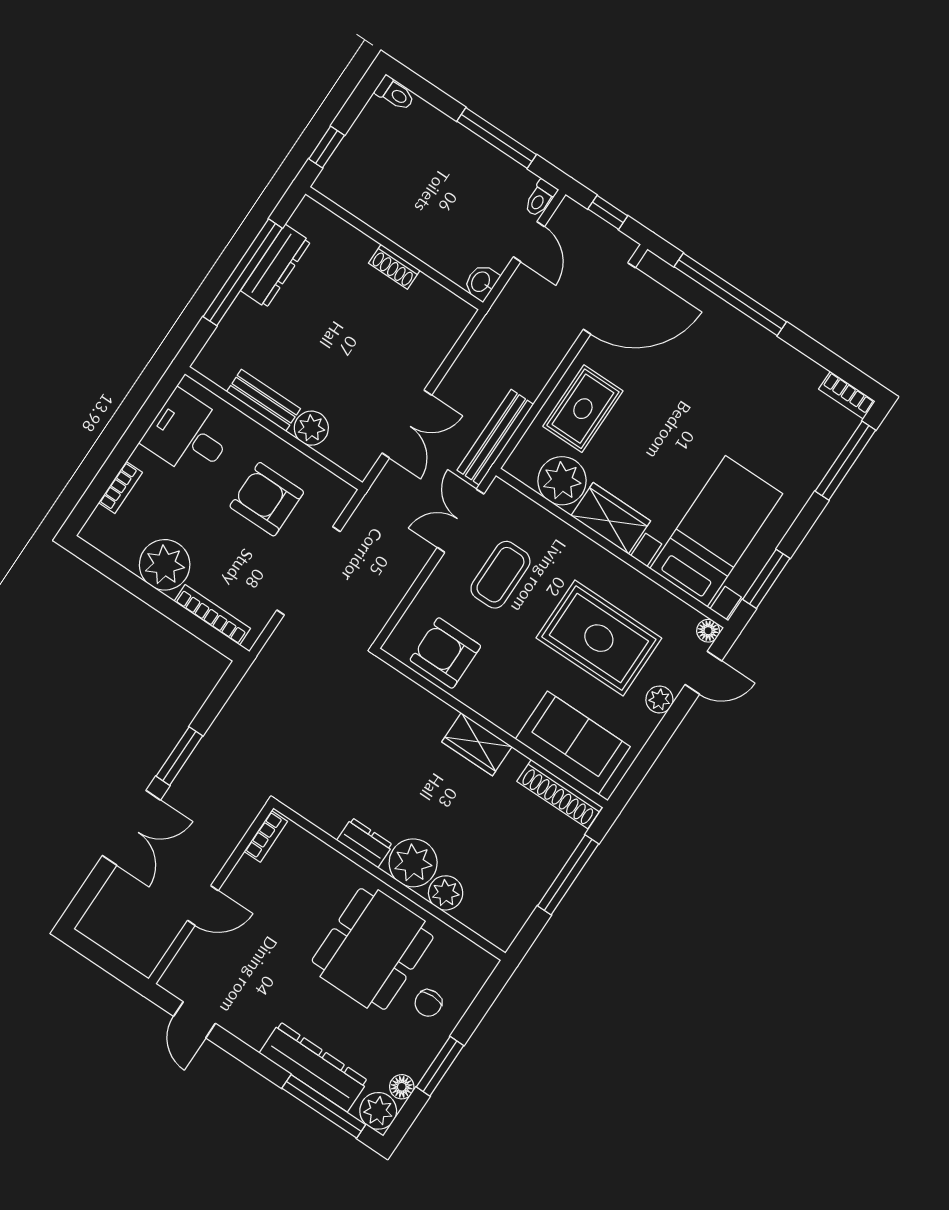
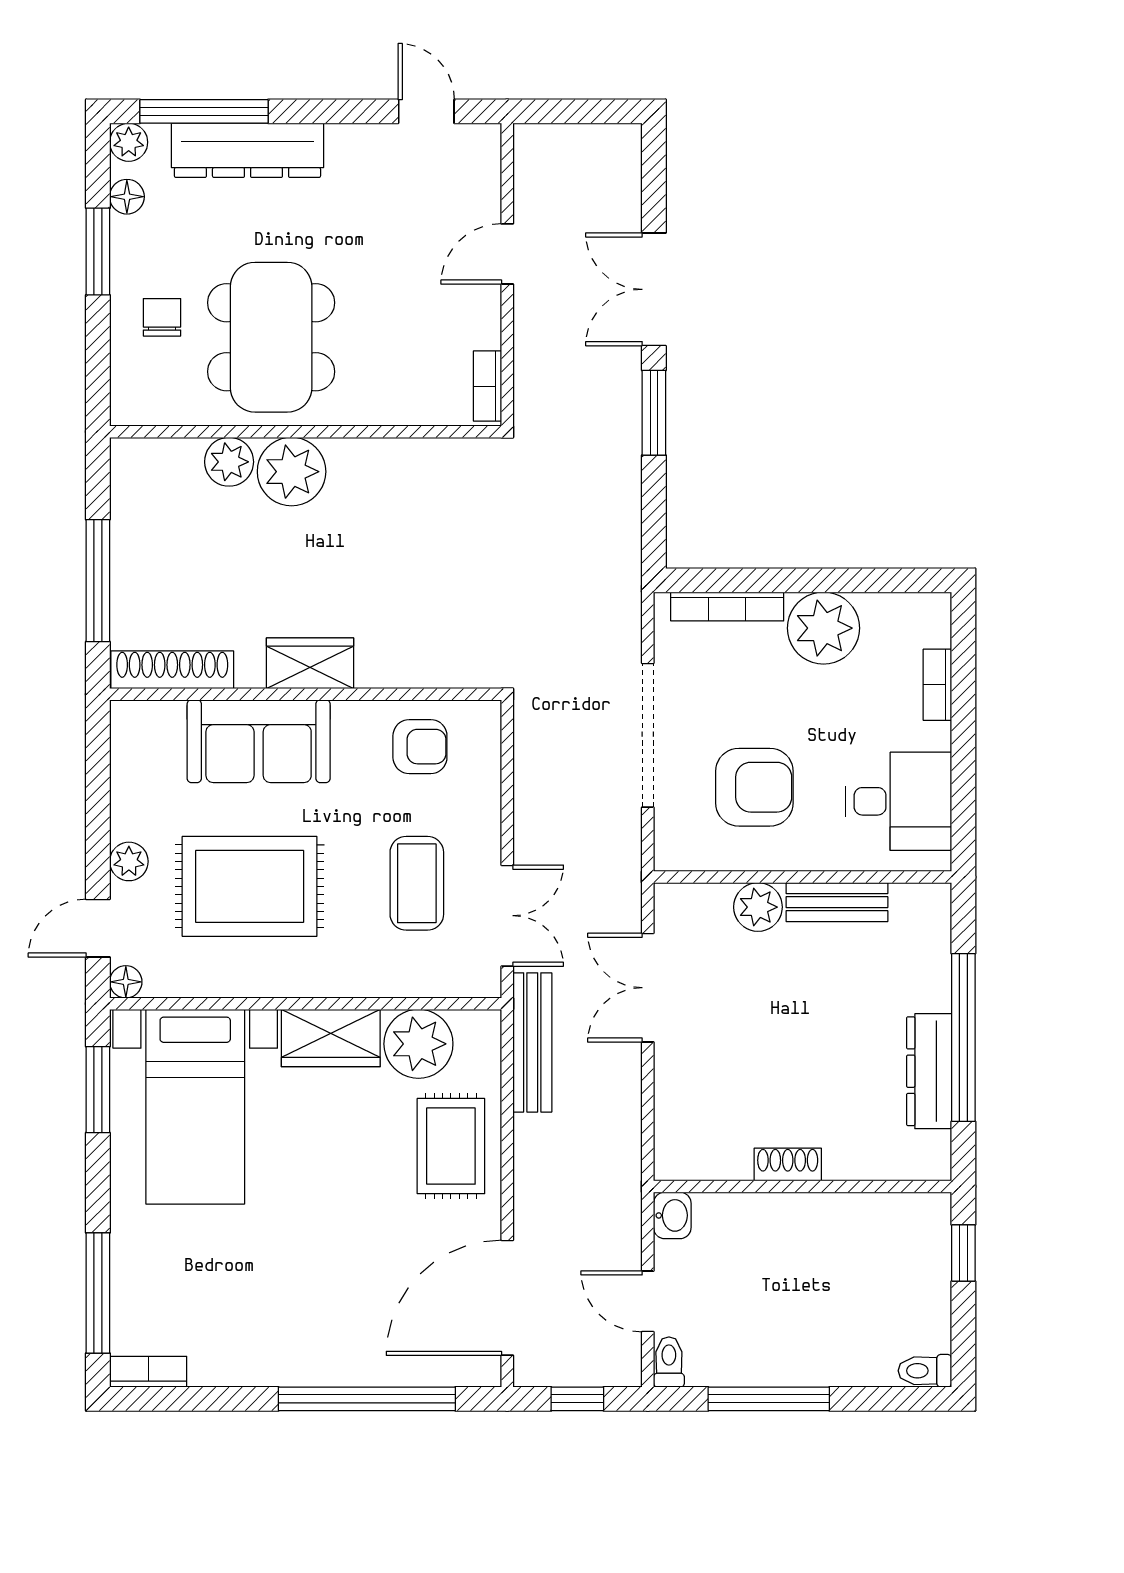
armchair: (445, 653) -> (420, 747), width x0.72, depth x0.72
sofa: (573, 743) -> (259, 741), moved
dresser: (365, 843) -> (365, 457), removed
plant: (378, 1111) -> (129, 142), width x0.73, depth x0.73

